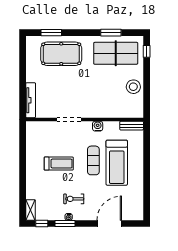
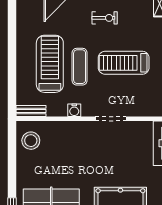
stool: (133, 87) -> (31, 141), moved
treadmill: (59, 164) -> (124, 63), width x1.37, depth x1.38

